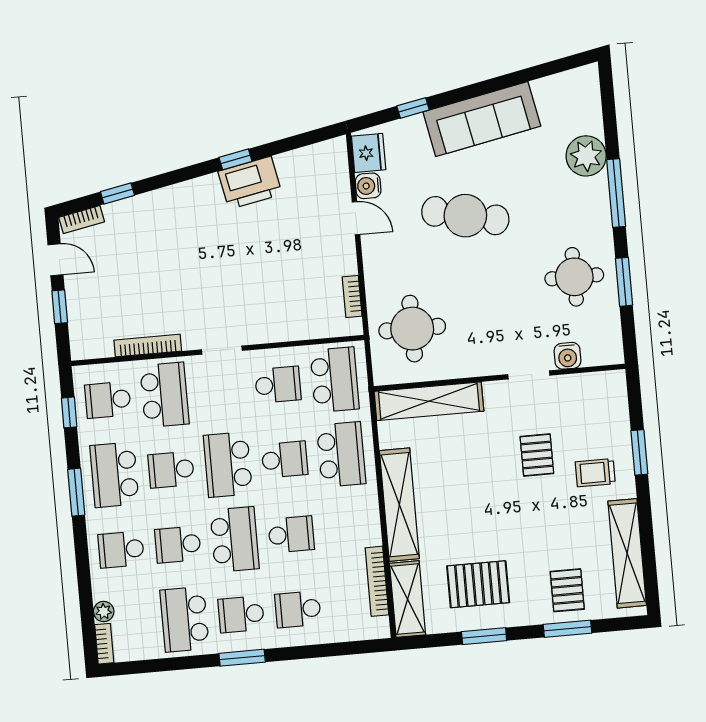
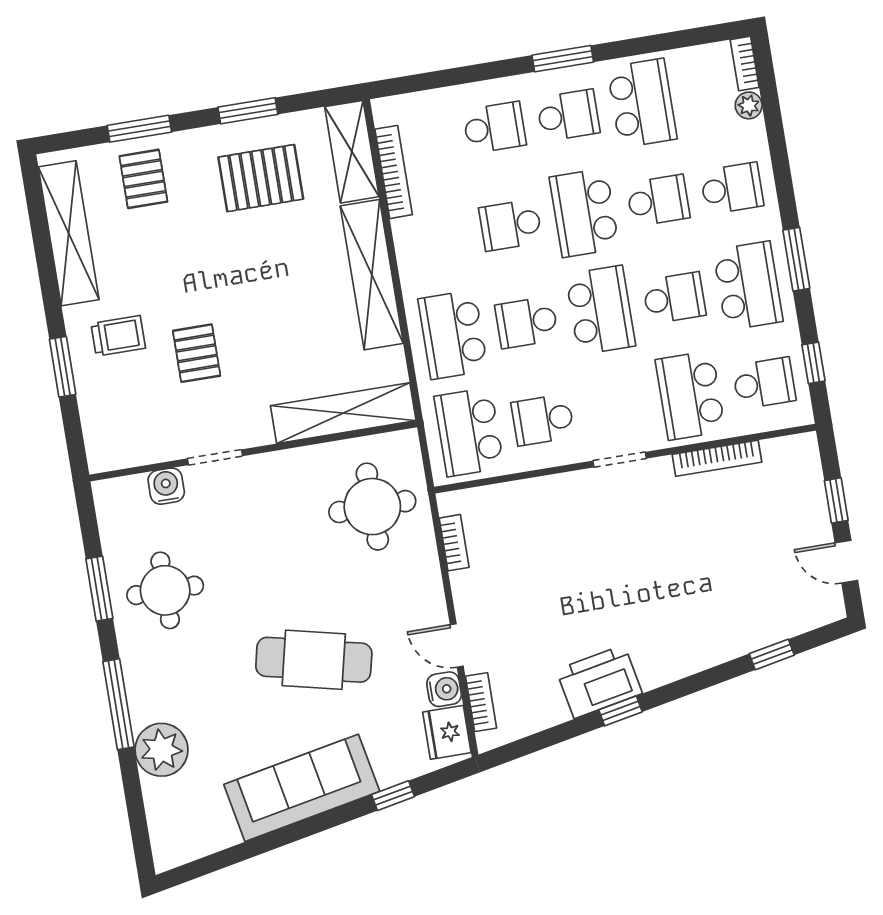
bookcase: (82, 220) -> (481, 702), moved, turned 101

